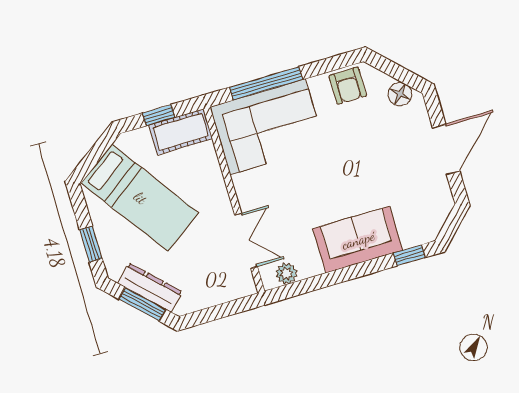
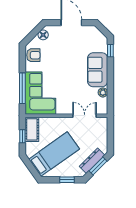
plant: (286, 274) -> (103, 92), moved

